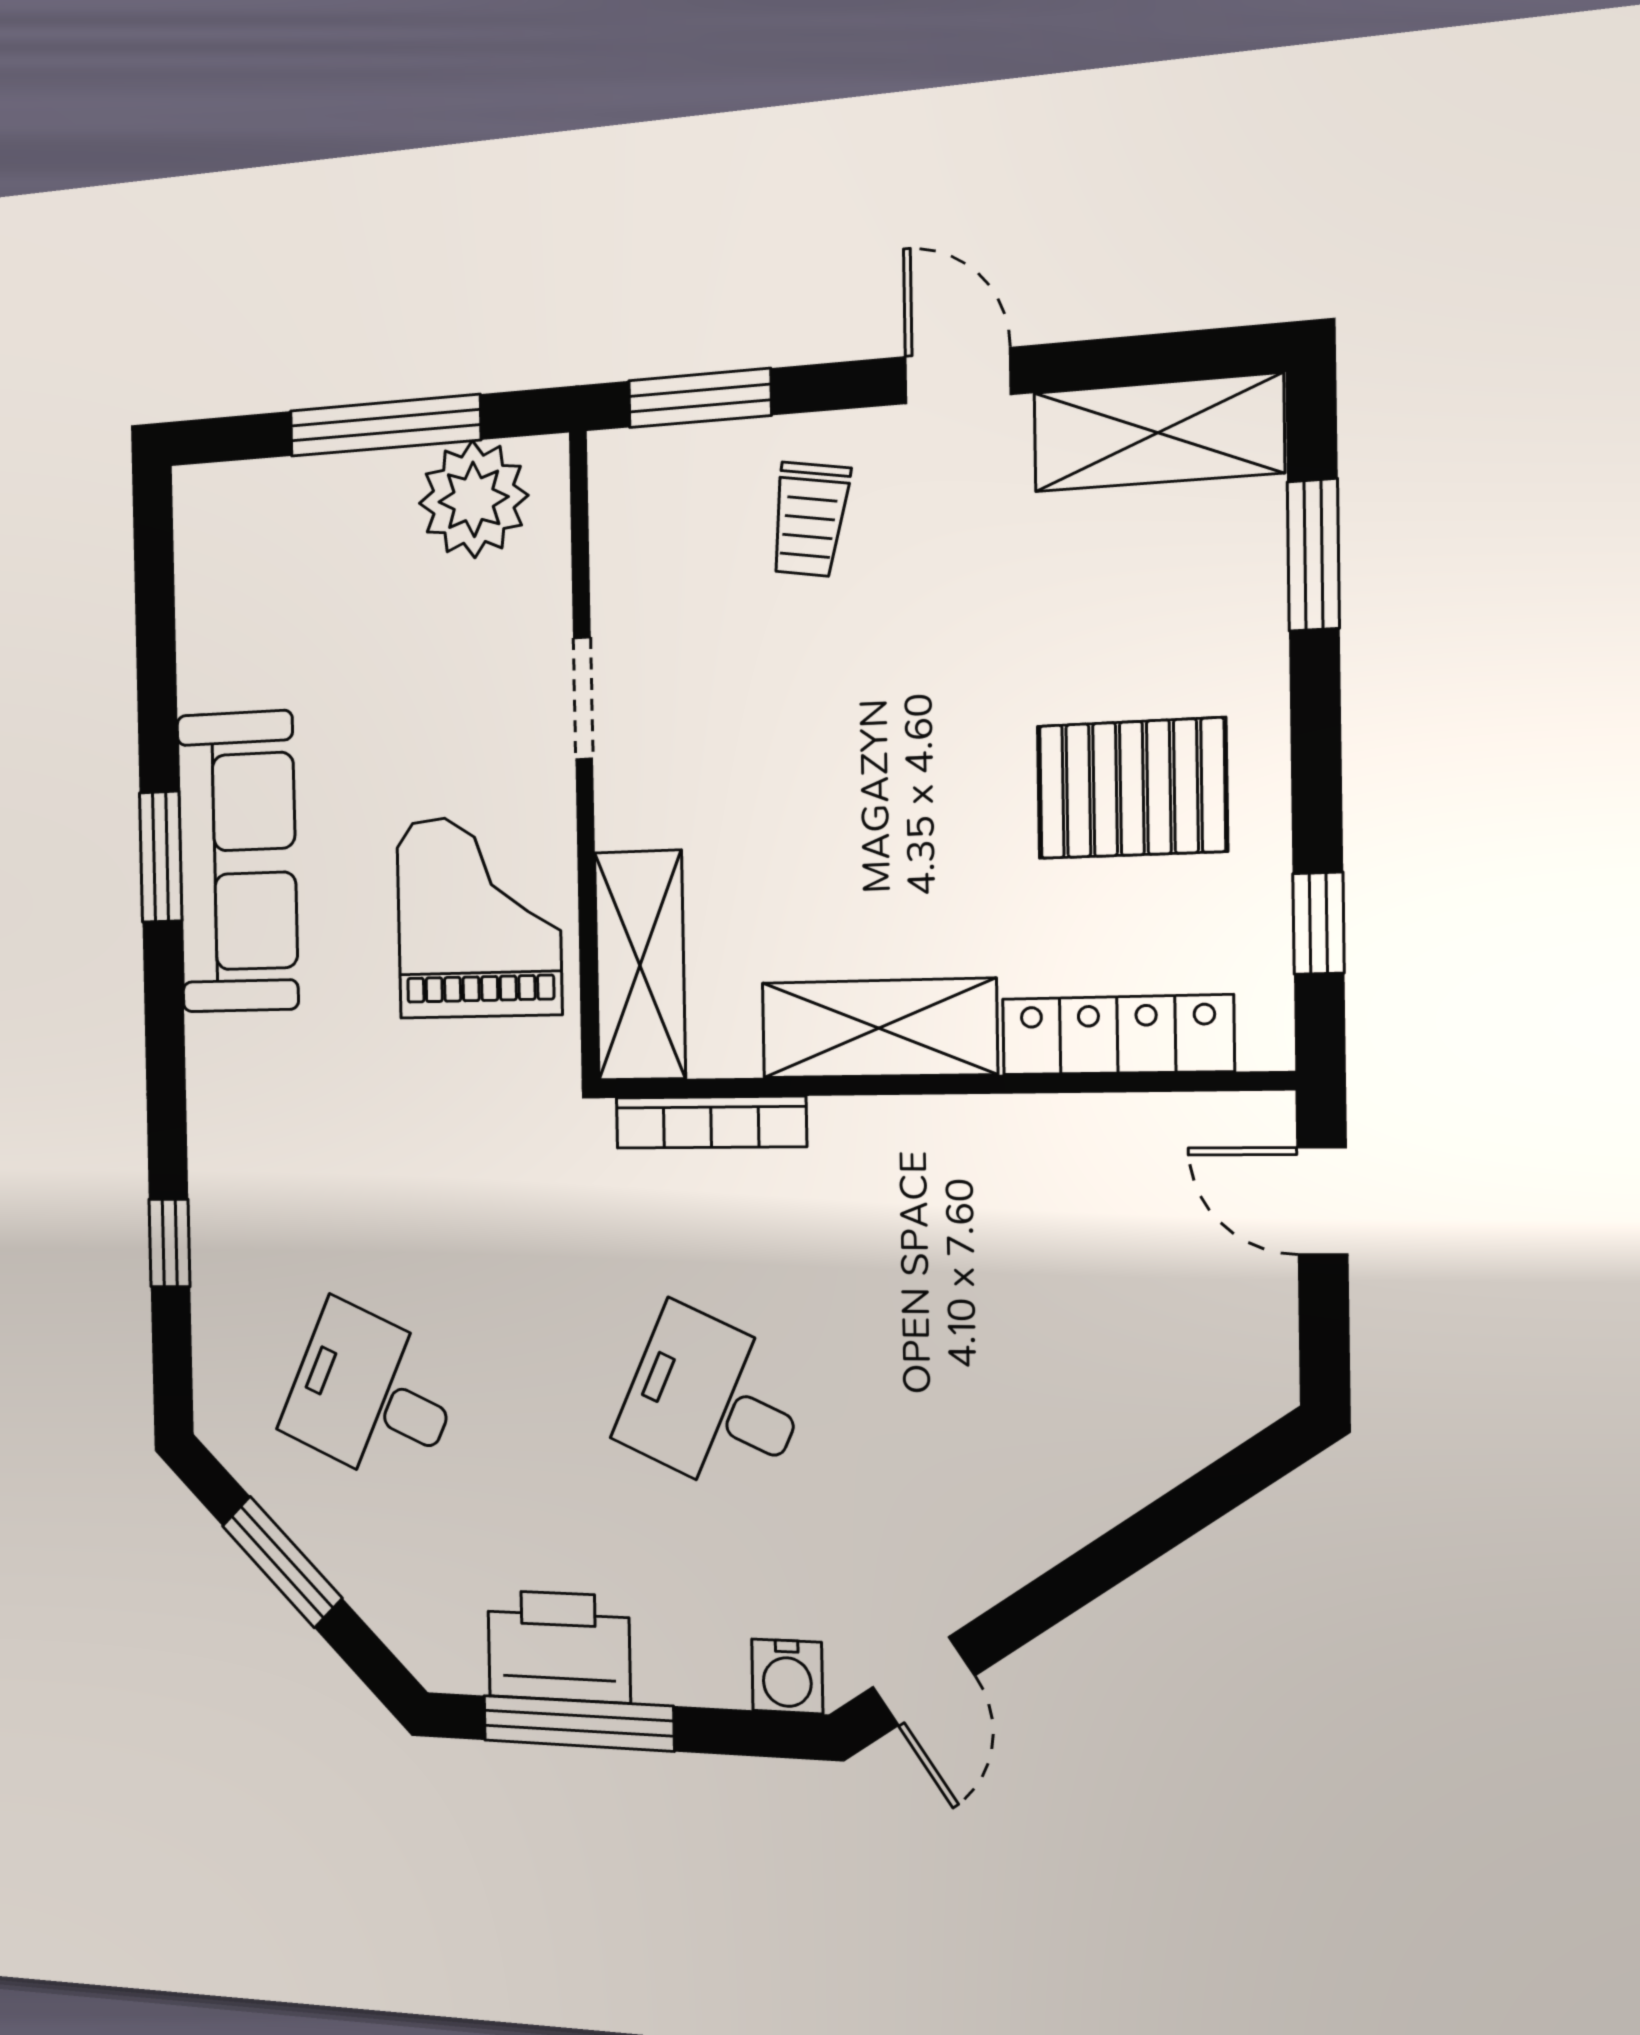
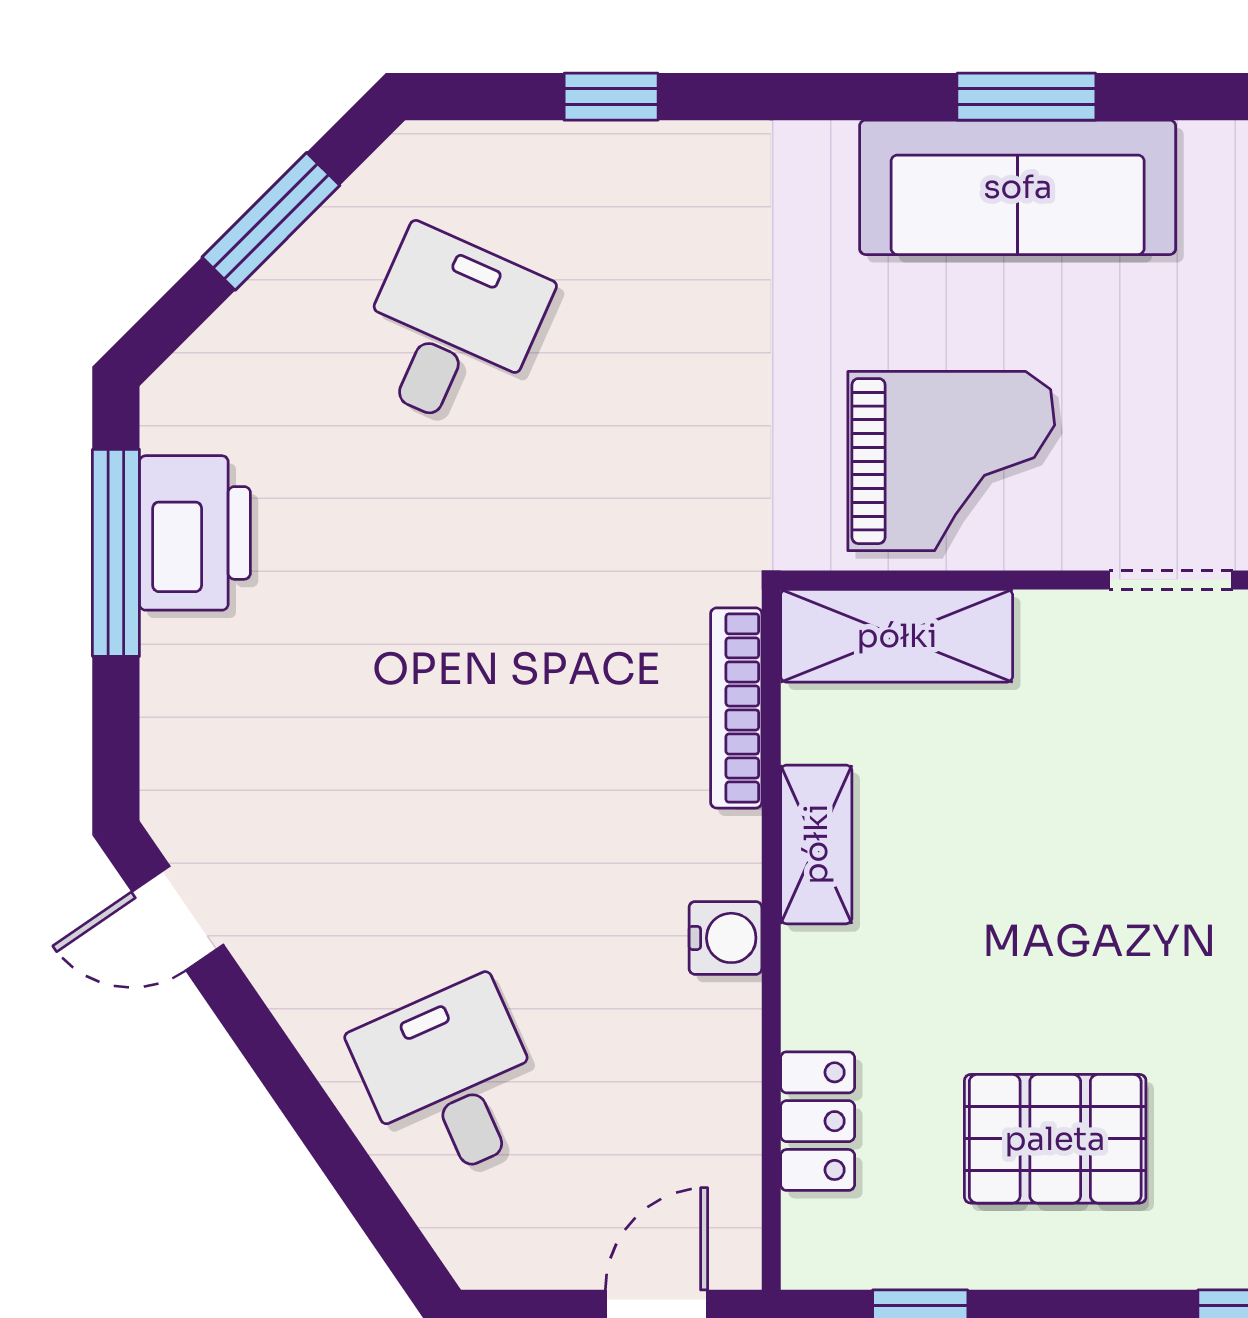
pallet: (1132, 788) -> (1055, 1139), turned 90
shelving: (879, 1028) -> (816, 844), width x0.67, depth x0.75
locker: (1117, 1035) -> (818, 1121), width x0.66
desk: (713, 1403) -> (451, 1081), moved, turned -48
water cooler: (787, 1676) -> (725, 938), moved, turned 180

